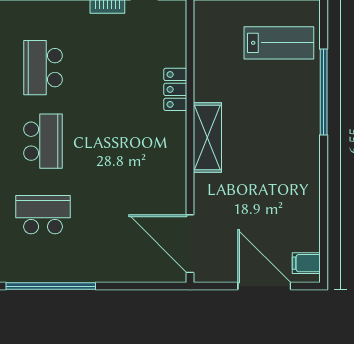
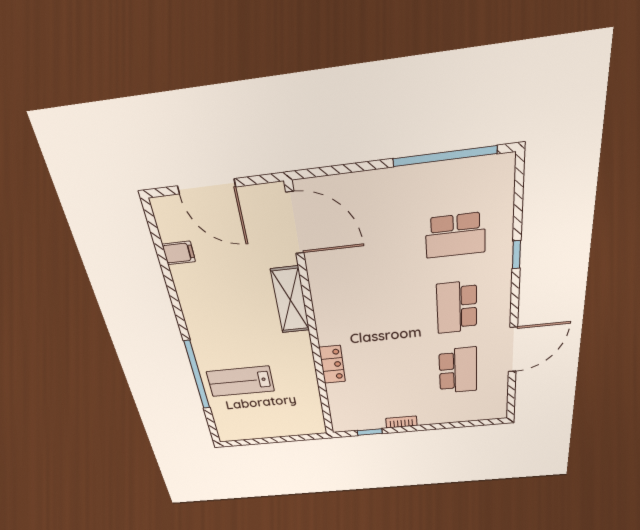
lab bench: (279, 43) -> (241, 381), moved
shelving: (207, 138) -> (290, 300), moved
filing cabinet: (306, 263) -> (179, 253), moved

